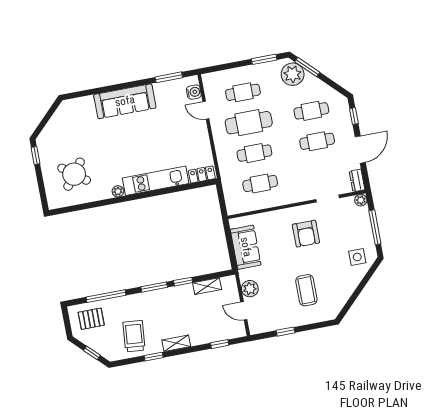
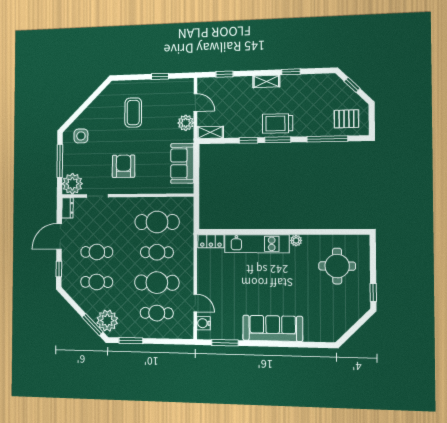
round table: (74, 174) -> (337, 266), turned -37
cafe table: (260, 183) -> (157, 222), width x1.37, depth x1.35
plant: (361, 200) -> (72, 184), width x1.87, depth x1.87
shelving: (207, 286) -> (210, 132), moved
trolley: (134, 336) -> (278, 123), moved, turned 85

